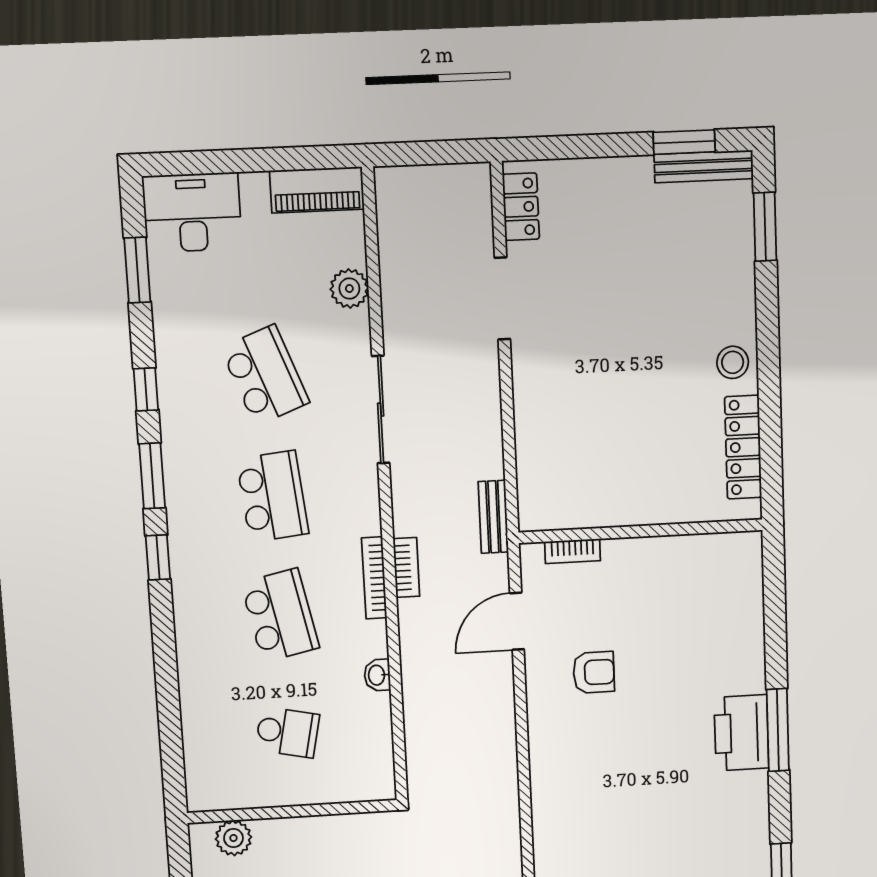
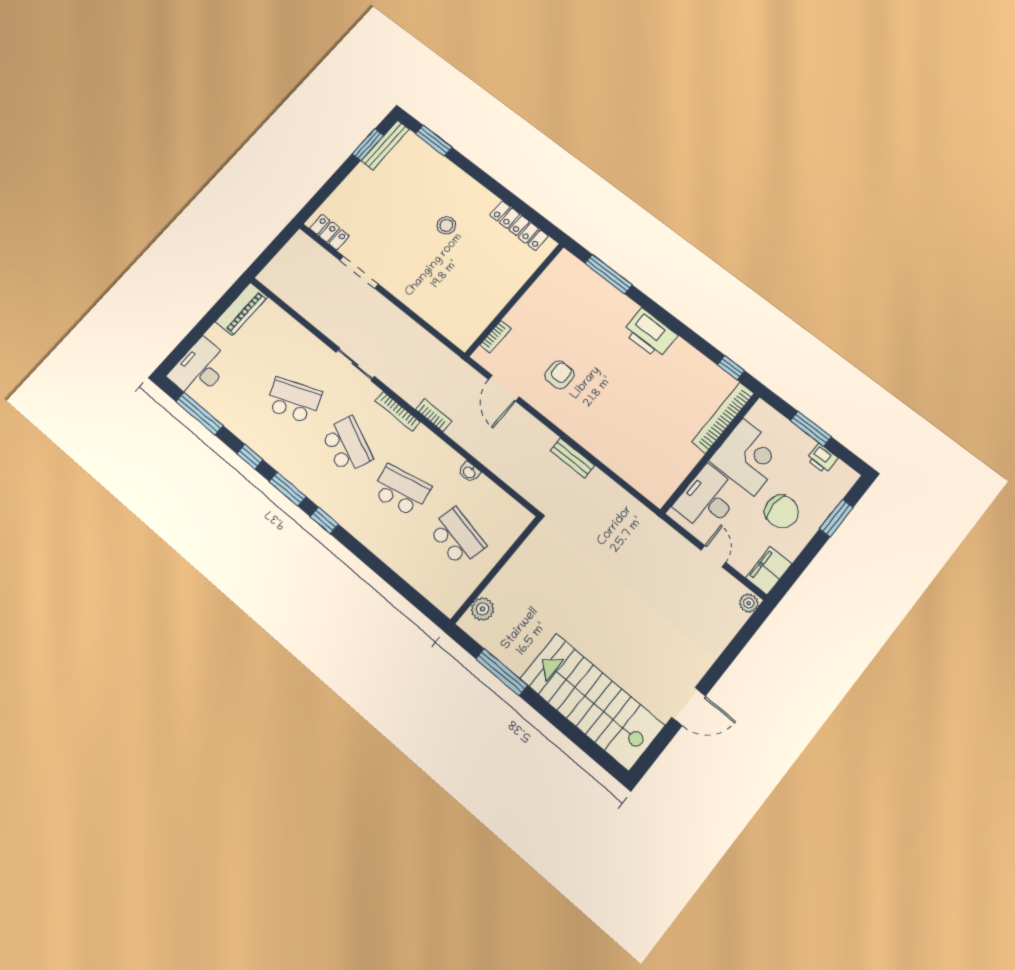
window: (137, 270) -> (199, 414), width x1.44
plant: (349, 289) -> (293, 332), removed
stool: (733, 362) -> (446, 225), moved
sliding door: (381, 410) -> (355, 364), width x0.73
school desk: (273, 496) -> (347, 445), turned 30
bench: (493, 517) -> (572, 458), moved
bookcase: (374, 578) -> (398, 411), moved
window: (778, 730) -> (608, 274), moved
school desk: (287, 732) -> (457, 537), width x1.85

